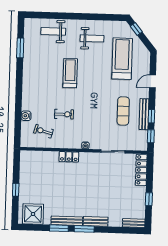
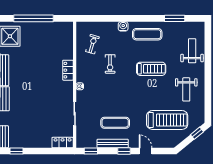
exercise mat: (35, 76) -> (147, 34), added
water cooler: (26, 116) -> (123, 26), moved
window: (151, 116) -> (124, 151), moved
locker: (141, 170) -> (63, 143), width x0.66
window: (16, 190) -> (33, 18), width x3.17
window: (149, 199) -> (17, 151), moved

